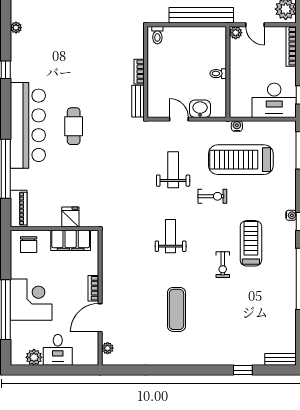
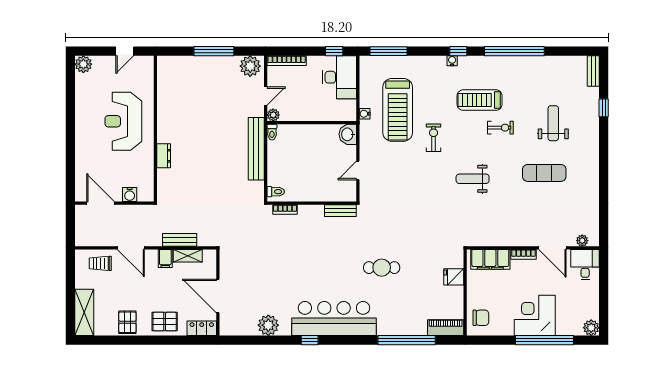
plant: (16, 28) -> (268, 325), width x1.88, depth x1.88
bookcase: (139, 72) -> (285, 209), moved
toilet: (218, 74) -> (272, 132), moved
washbasin: (200, 109) -> (348, 134), moved
bar counter: (28, 125) -> (334, 319), moved
cafe table: (74, 126) -> (382, 268), moved
weight bench: (173, 170) -> (553, 123), moved, turned 90
filing cabinet: (71, 240) -> (490, 259), moved, turned 90
desk: (58, 350) -> (585, 265), moved, turned -90
plant: (34, 357) -> (591, 328), moved

